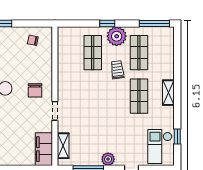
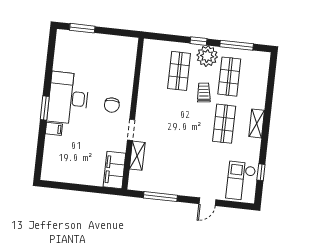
window: (154, 23) -> (237, 45), moved
chair: (33, 40) -> (116, 50), removed
shelving: (63, 146) -> (137, 156), moved
plant: (108, 159) -> (183, 188), removed

